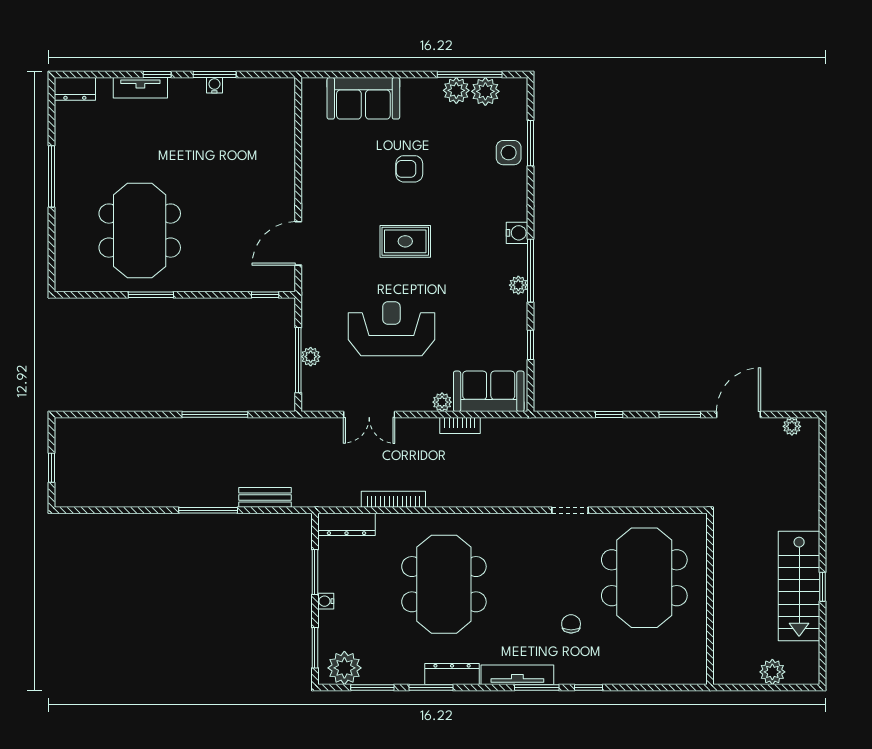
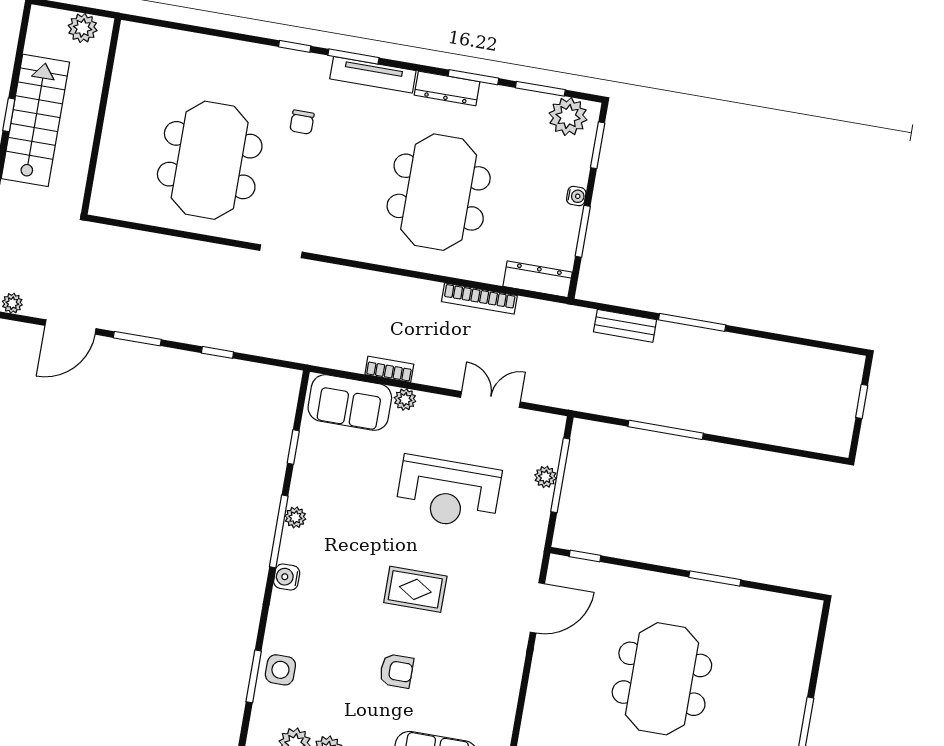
meeting table: (140, 231) -> (662, 679), moved
wall: (710, 599) -> (101, 117), moved

